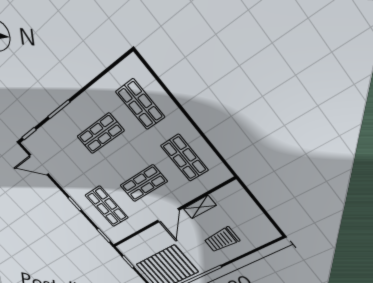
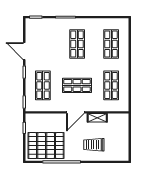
shop shelf: (100, 134) -> (77, 44), turned 90
door: (39, 165) -> (24, 51), moved

